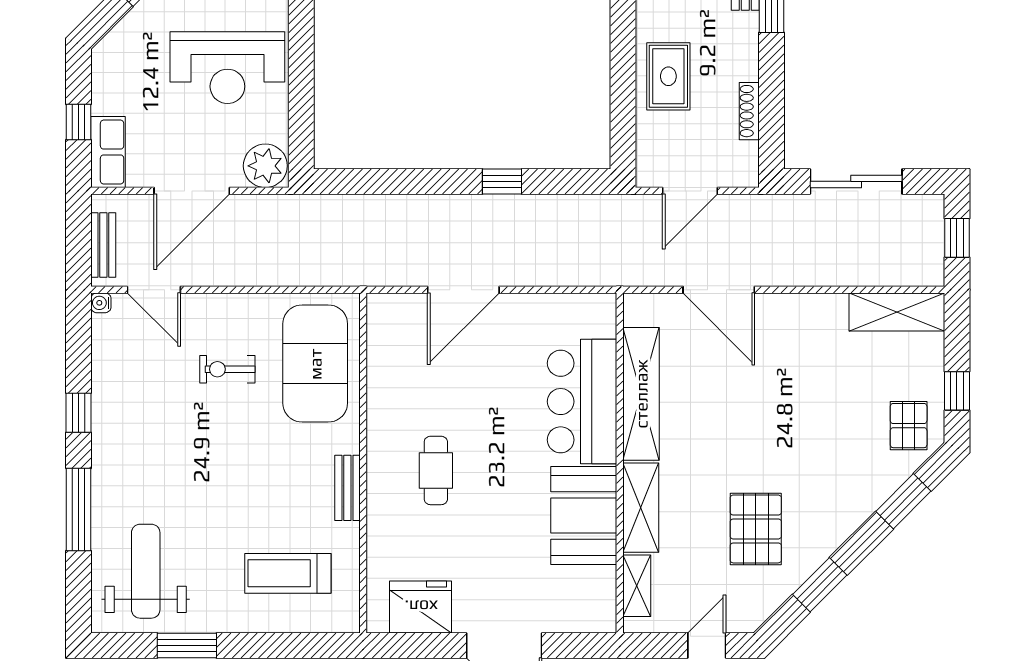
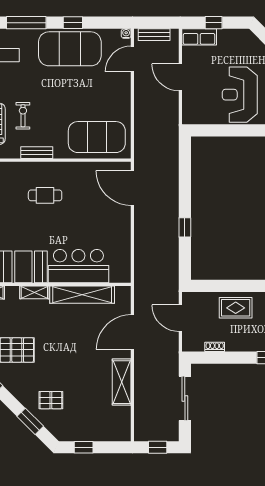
shoe rack: (749, 111) -> (215, 347), width x0.70
plant: (265, 166) -> (192, 113), removed
door: (192, 191) -> (180, 77), width x0.73
door: (463, 290) -> (132, 188), moved
shelving: (897, 312) -> (122, 382), moved
exercise bike: (227, 369) -> (23, 116), moved
exercise mat: (133, 419) -> (70, 49), added
pallet: (909, 426) -> (51, 400), moved
shelving: (641, 508) -> (34, 292), width x0.67, depth x0.75

